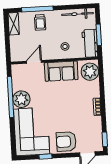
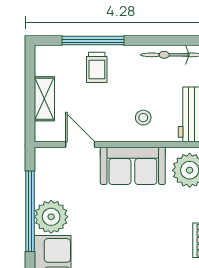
shelving: (14, 24) -> (44, 99), moved
door: (34, 62) -> (80, 144), hinge flipped

